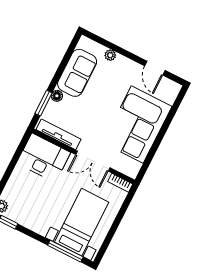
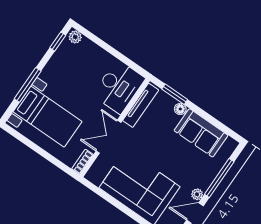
window: (118, 49) -> (219, 178), added
plant: (110, 55) -> (197, 194), moved
window: (65, 251) -> (28, 85), moved

